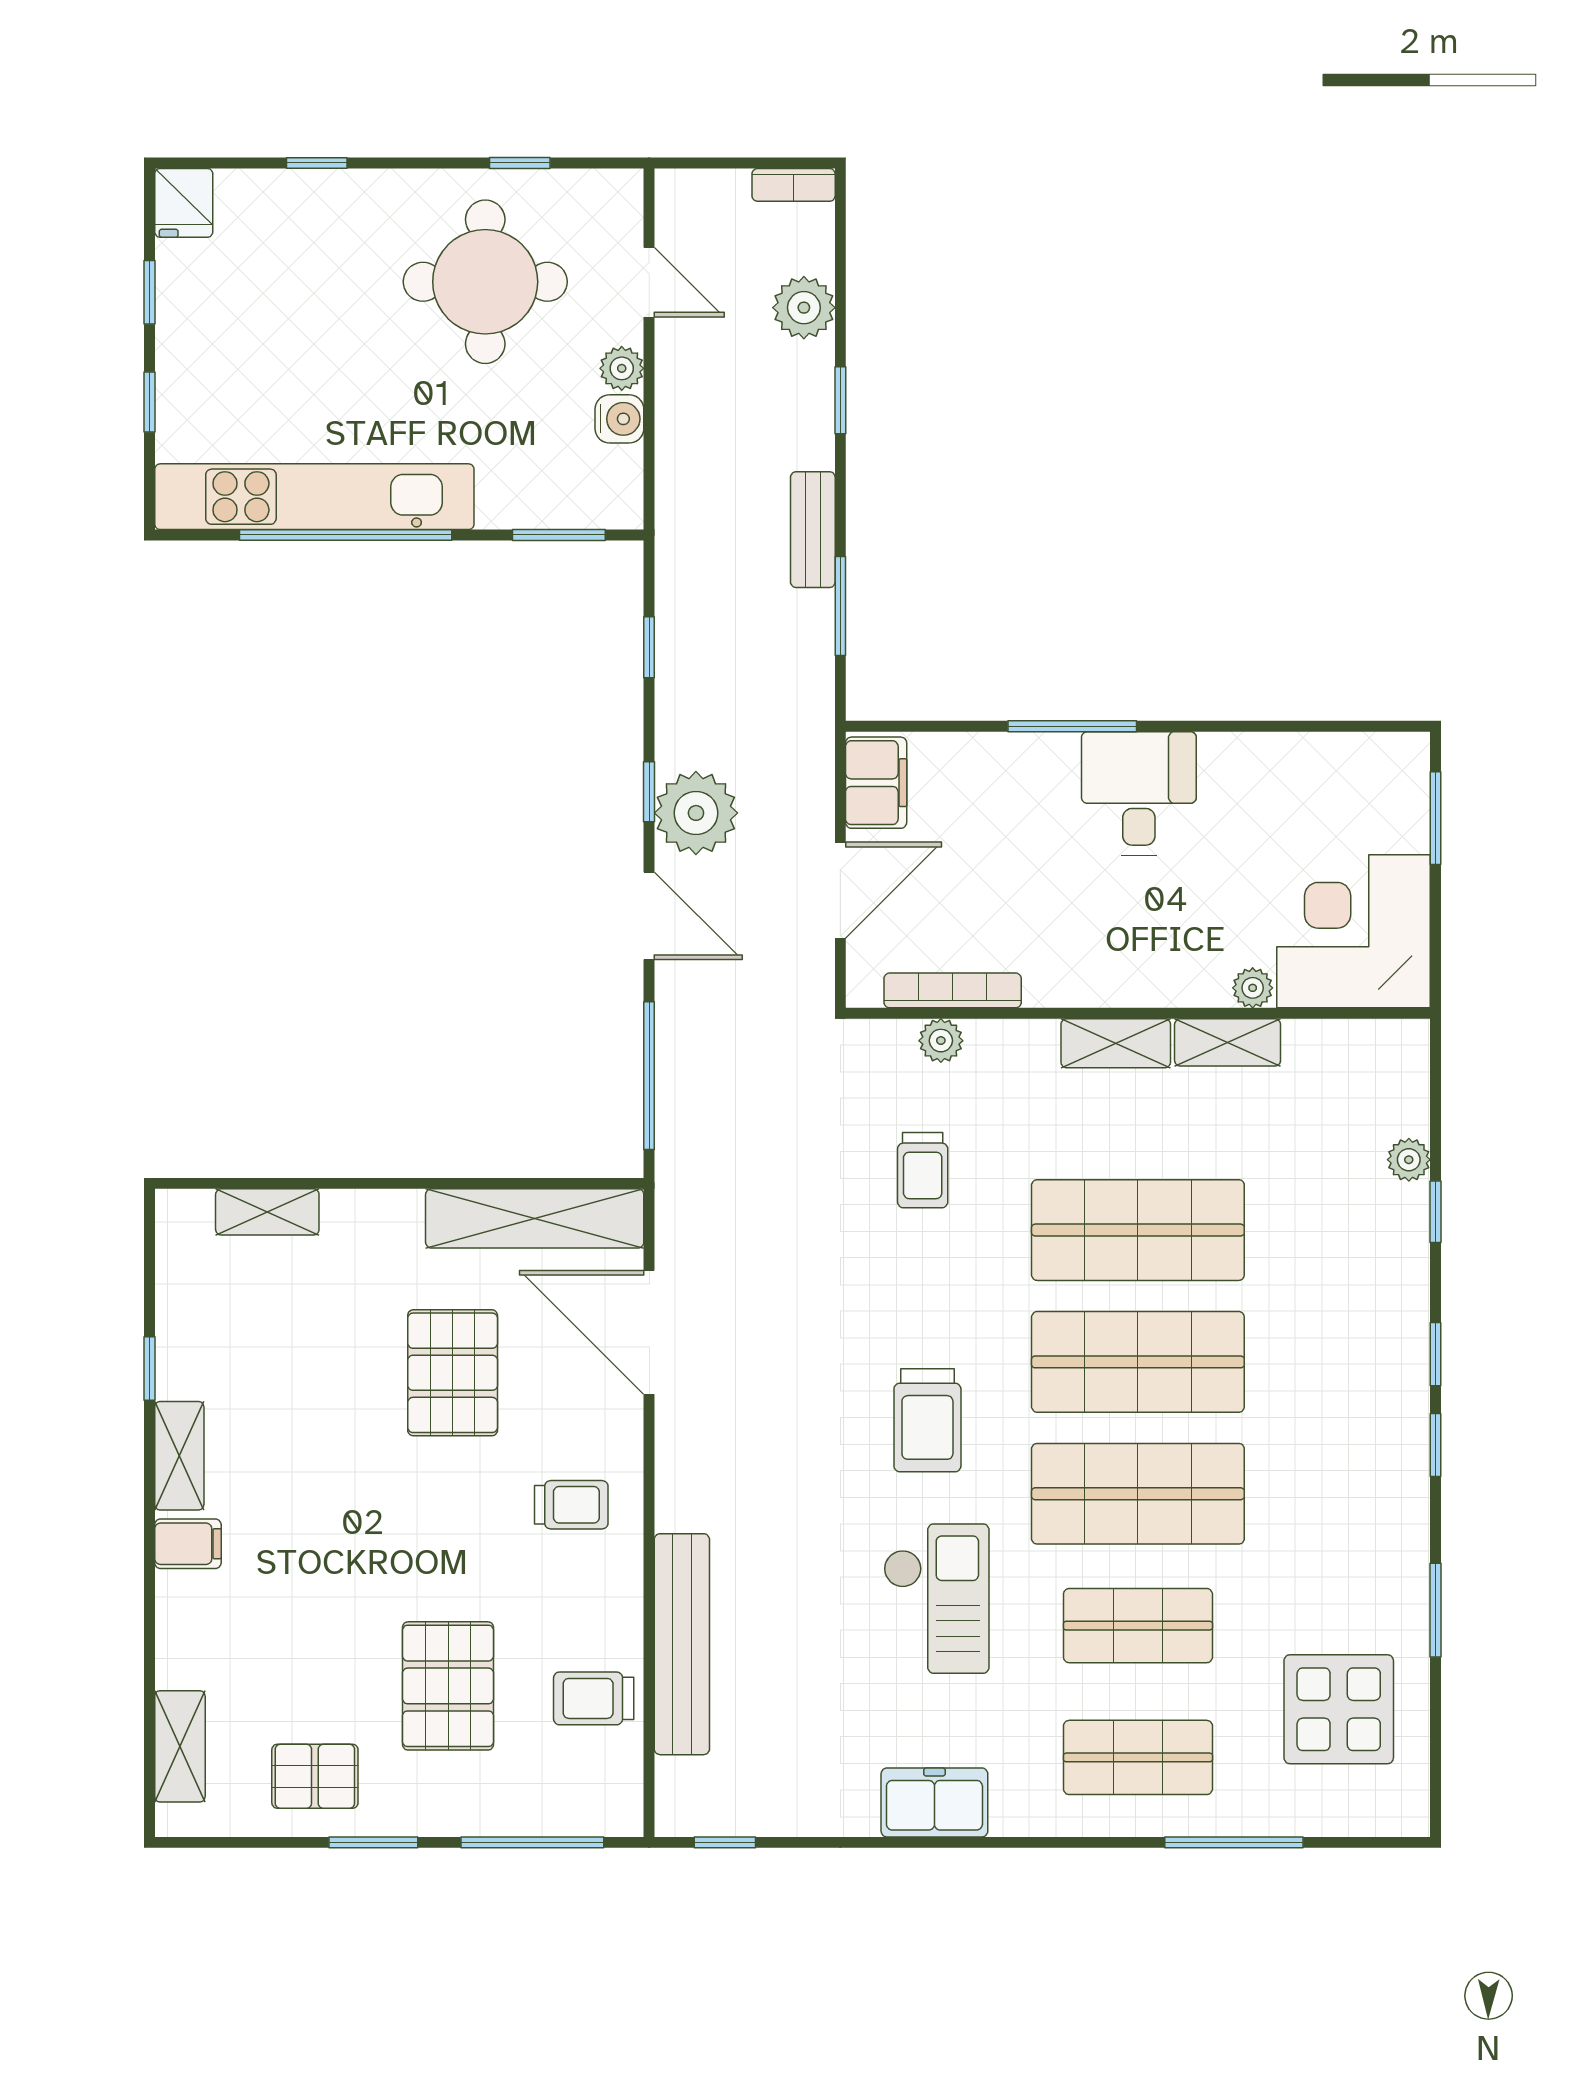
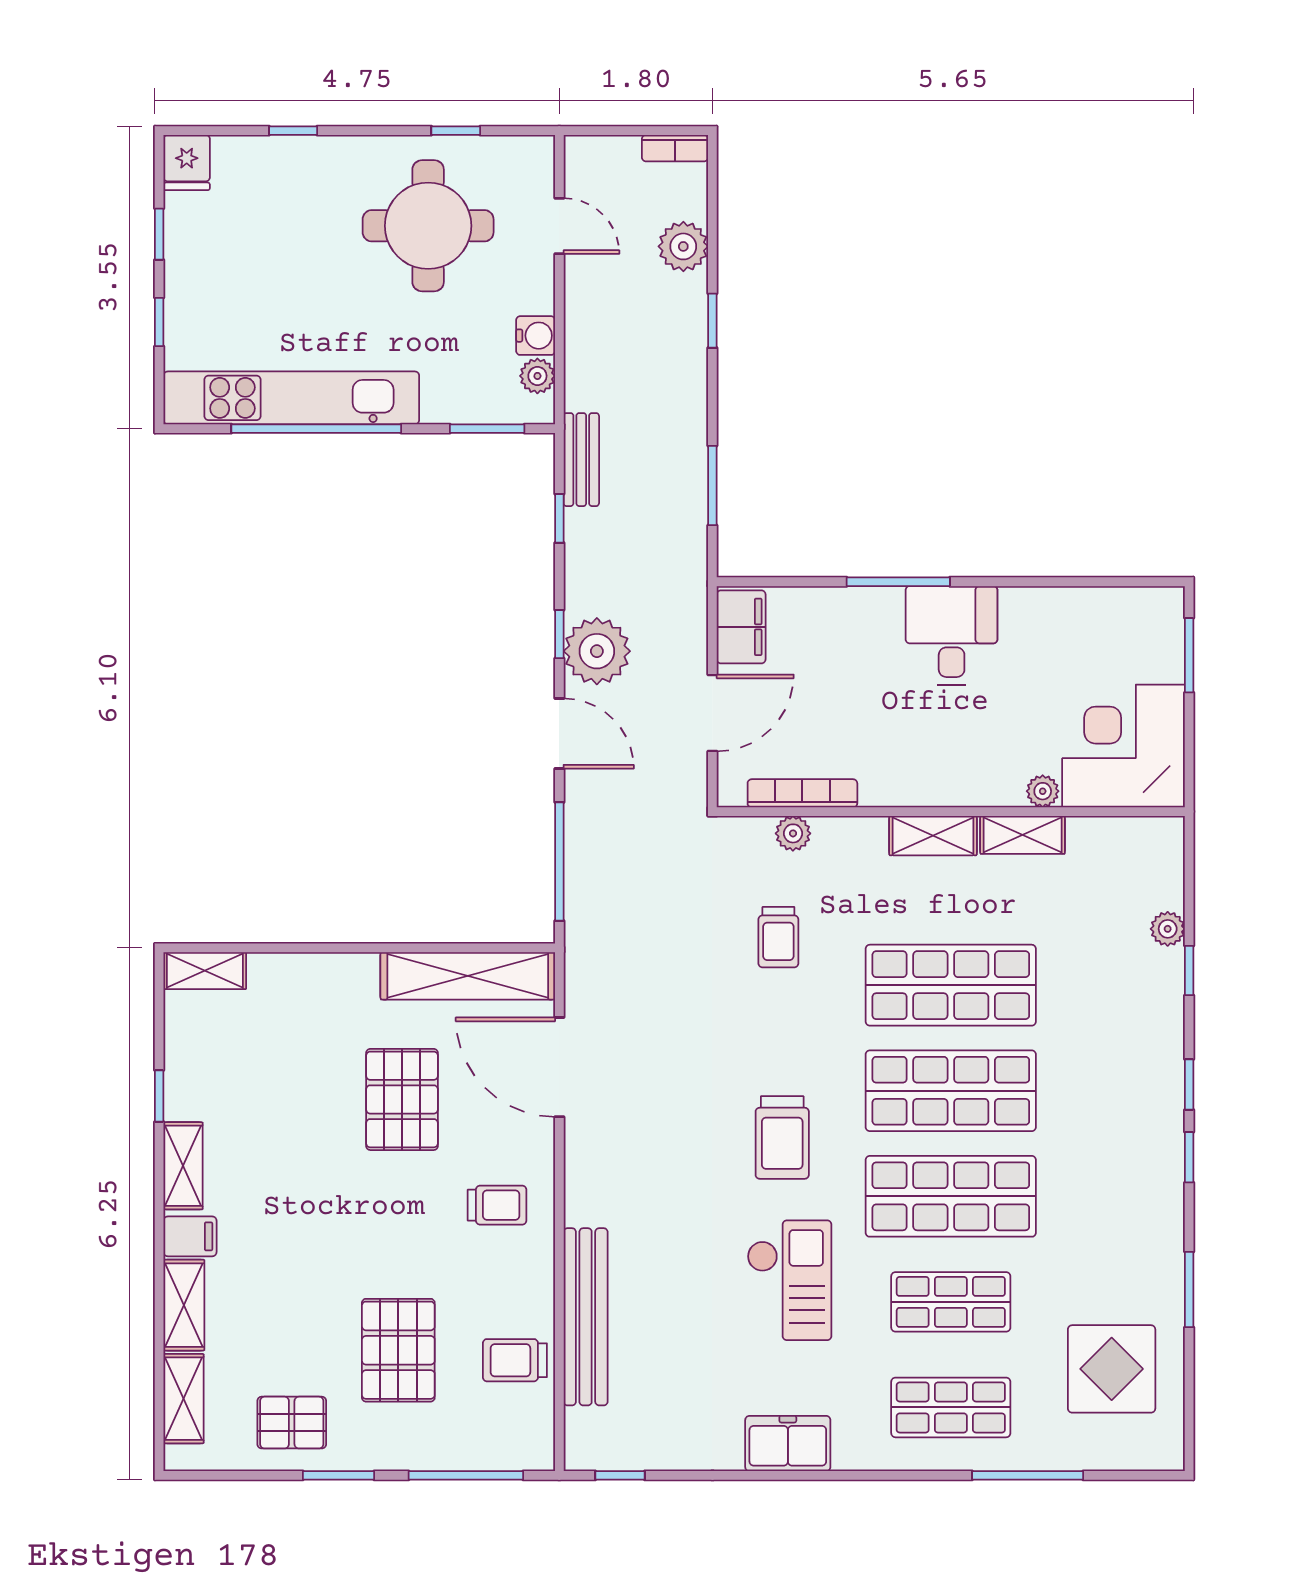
plant: (622, 368) -> (537, 376), moved
bench: (813, 530) -> (581, 460), moved
shelving: (267, 1212) -> (205, 971), moved
shelving: (180, 1630) -> (184, 1305), added

